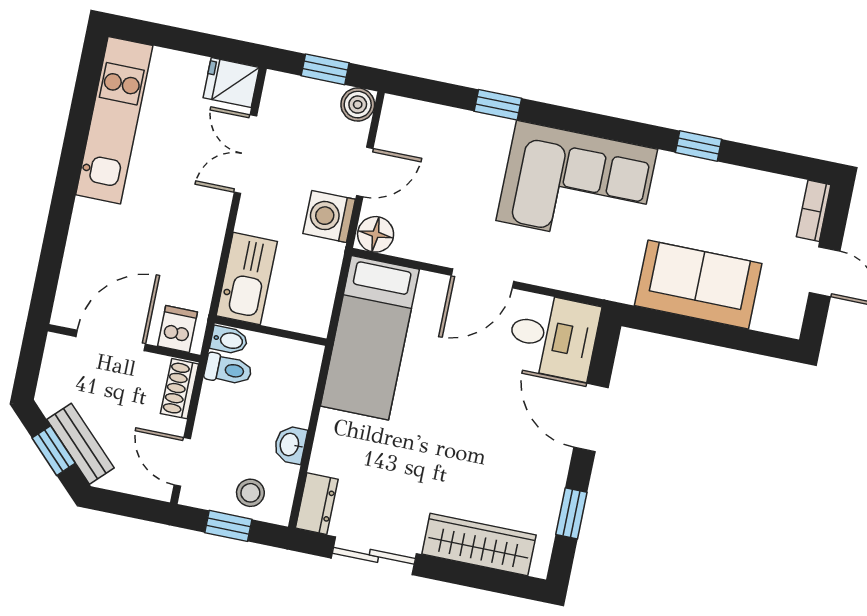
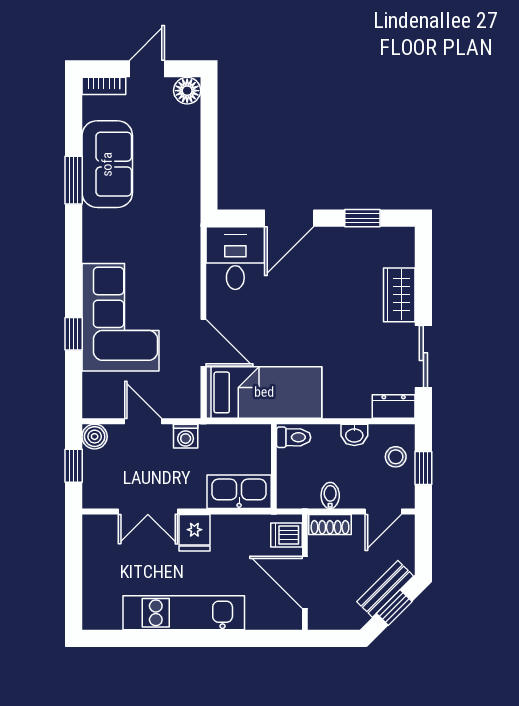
fridge: (231, 83) -> (194, 533), moved
kitchen unit: (114, 120) -> (184, 613), moved
window: (699, 146) -> (74, 180), width x1.50
corner sofa: (577, 185) -> (121, 317), moved
washing machine: (329, 216) -> (186, 436), width x0.73, depth x0.73
floor lamp: (376, 234) -> (187, 91), moved
door: (482, 278) -> (203, 343), moved
sofa: (698, 285) -> (107, 164), moved, turned 180
bidet: (229, 340) -> (330, 495), moved
toilet: (228, 369) -> (294, 437), moved, turned 90
wardrobe: (479, 545) -> (399, 295), width x0.67

